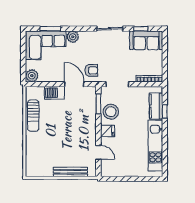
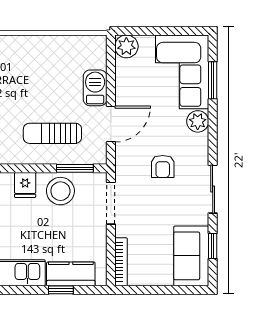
armchair: (91, 70) -> (163, 166), moved
sun lounger: (33, 116) -> (52, 133), moved

